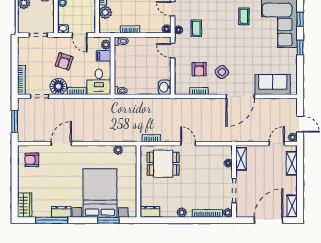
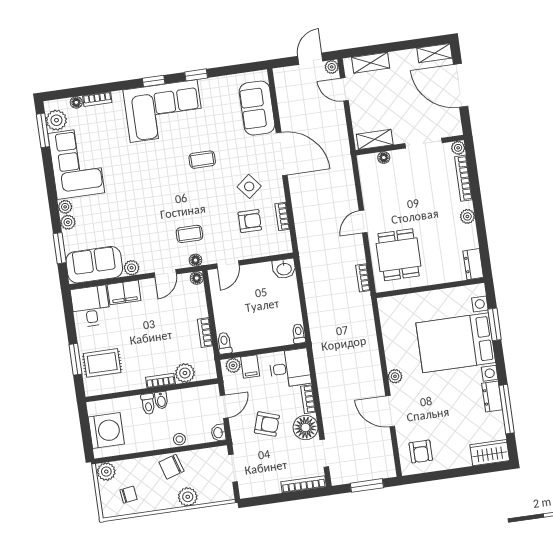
coffee table: (244, 16) -> (202, 160), moved
plant: (118, 150) -> (395, 376), moved

